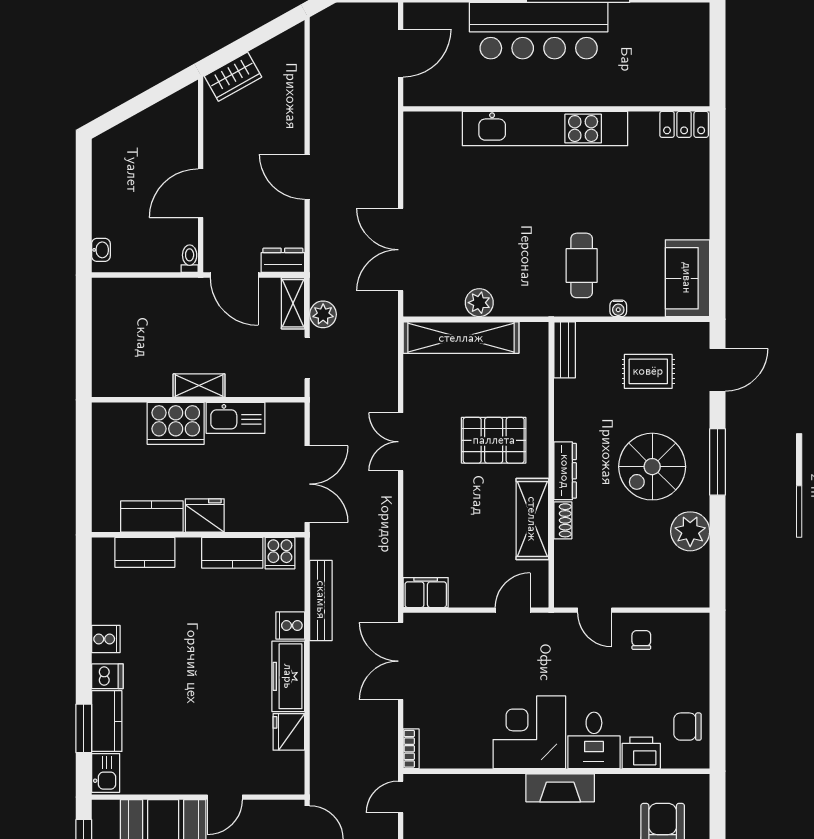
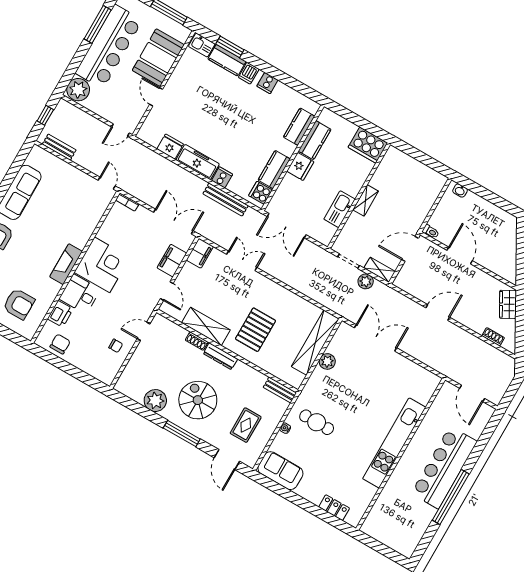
shoe rack: (296, 71) -> (493, 337), added
locker: (684, 124) -> (334, 508), moved, turned 90
dresser: (283, 260) -> (404, 277), removed
cooker: (176, 423) -> (368, 145), moved, turned -90
double door: (401, 442) -> (242, 261), moved
filing cabinet: (462, 629) -> (172, 261), added

